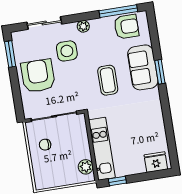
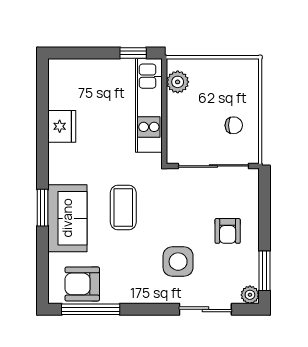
plant: (83, 26) -> (250, 295), moved
armchair: (38, 76) -> (228, 231), width x0.53, depth x0.53
fridge: (156, 162) -> (62, 126), moved, turned -90

